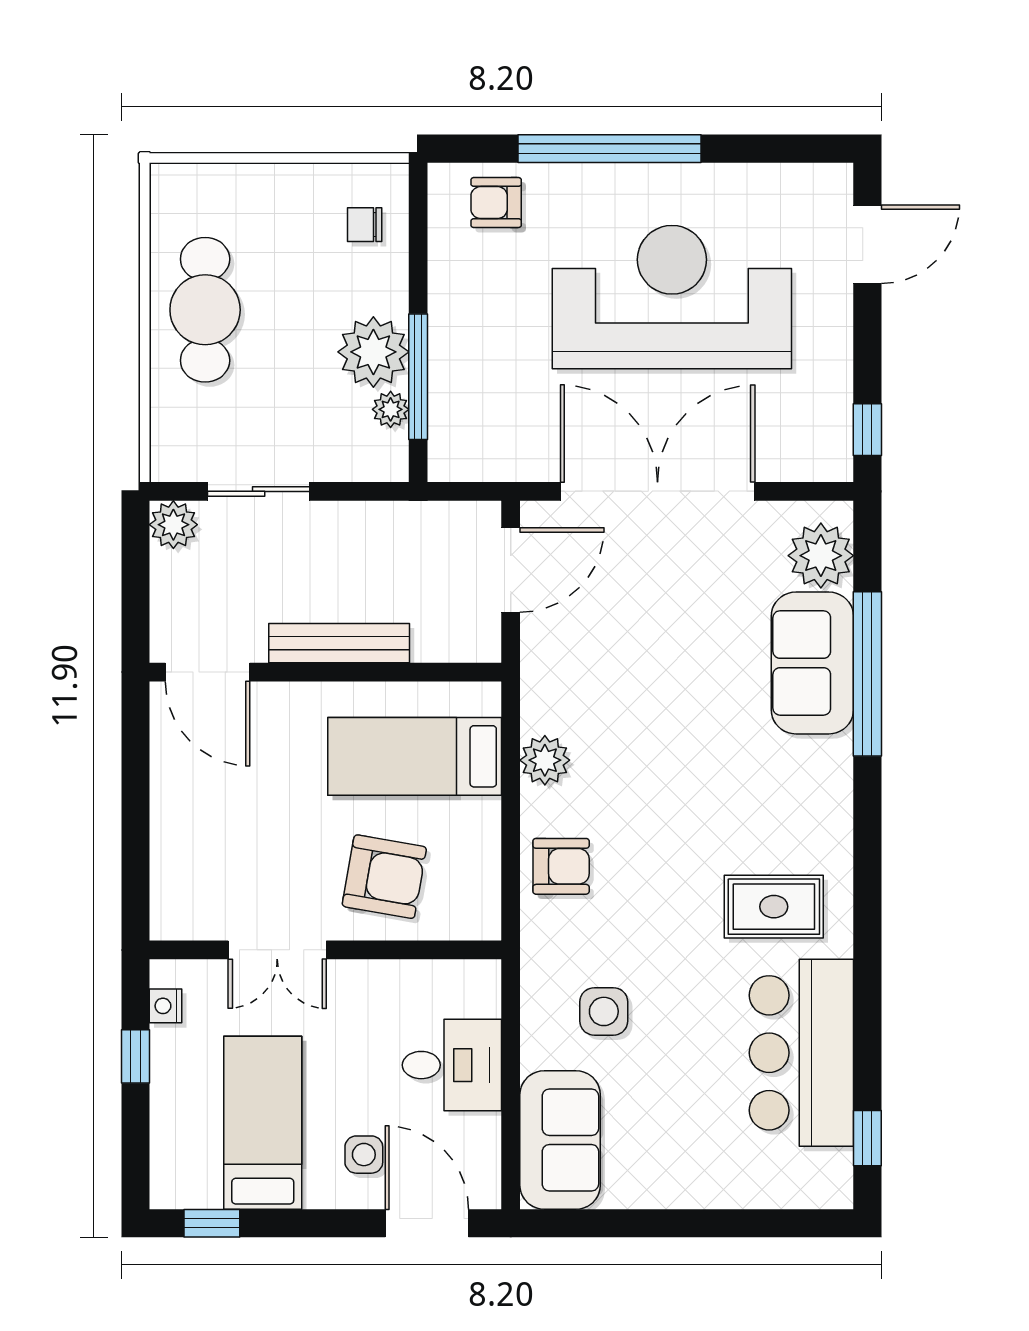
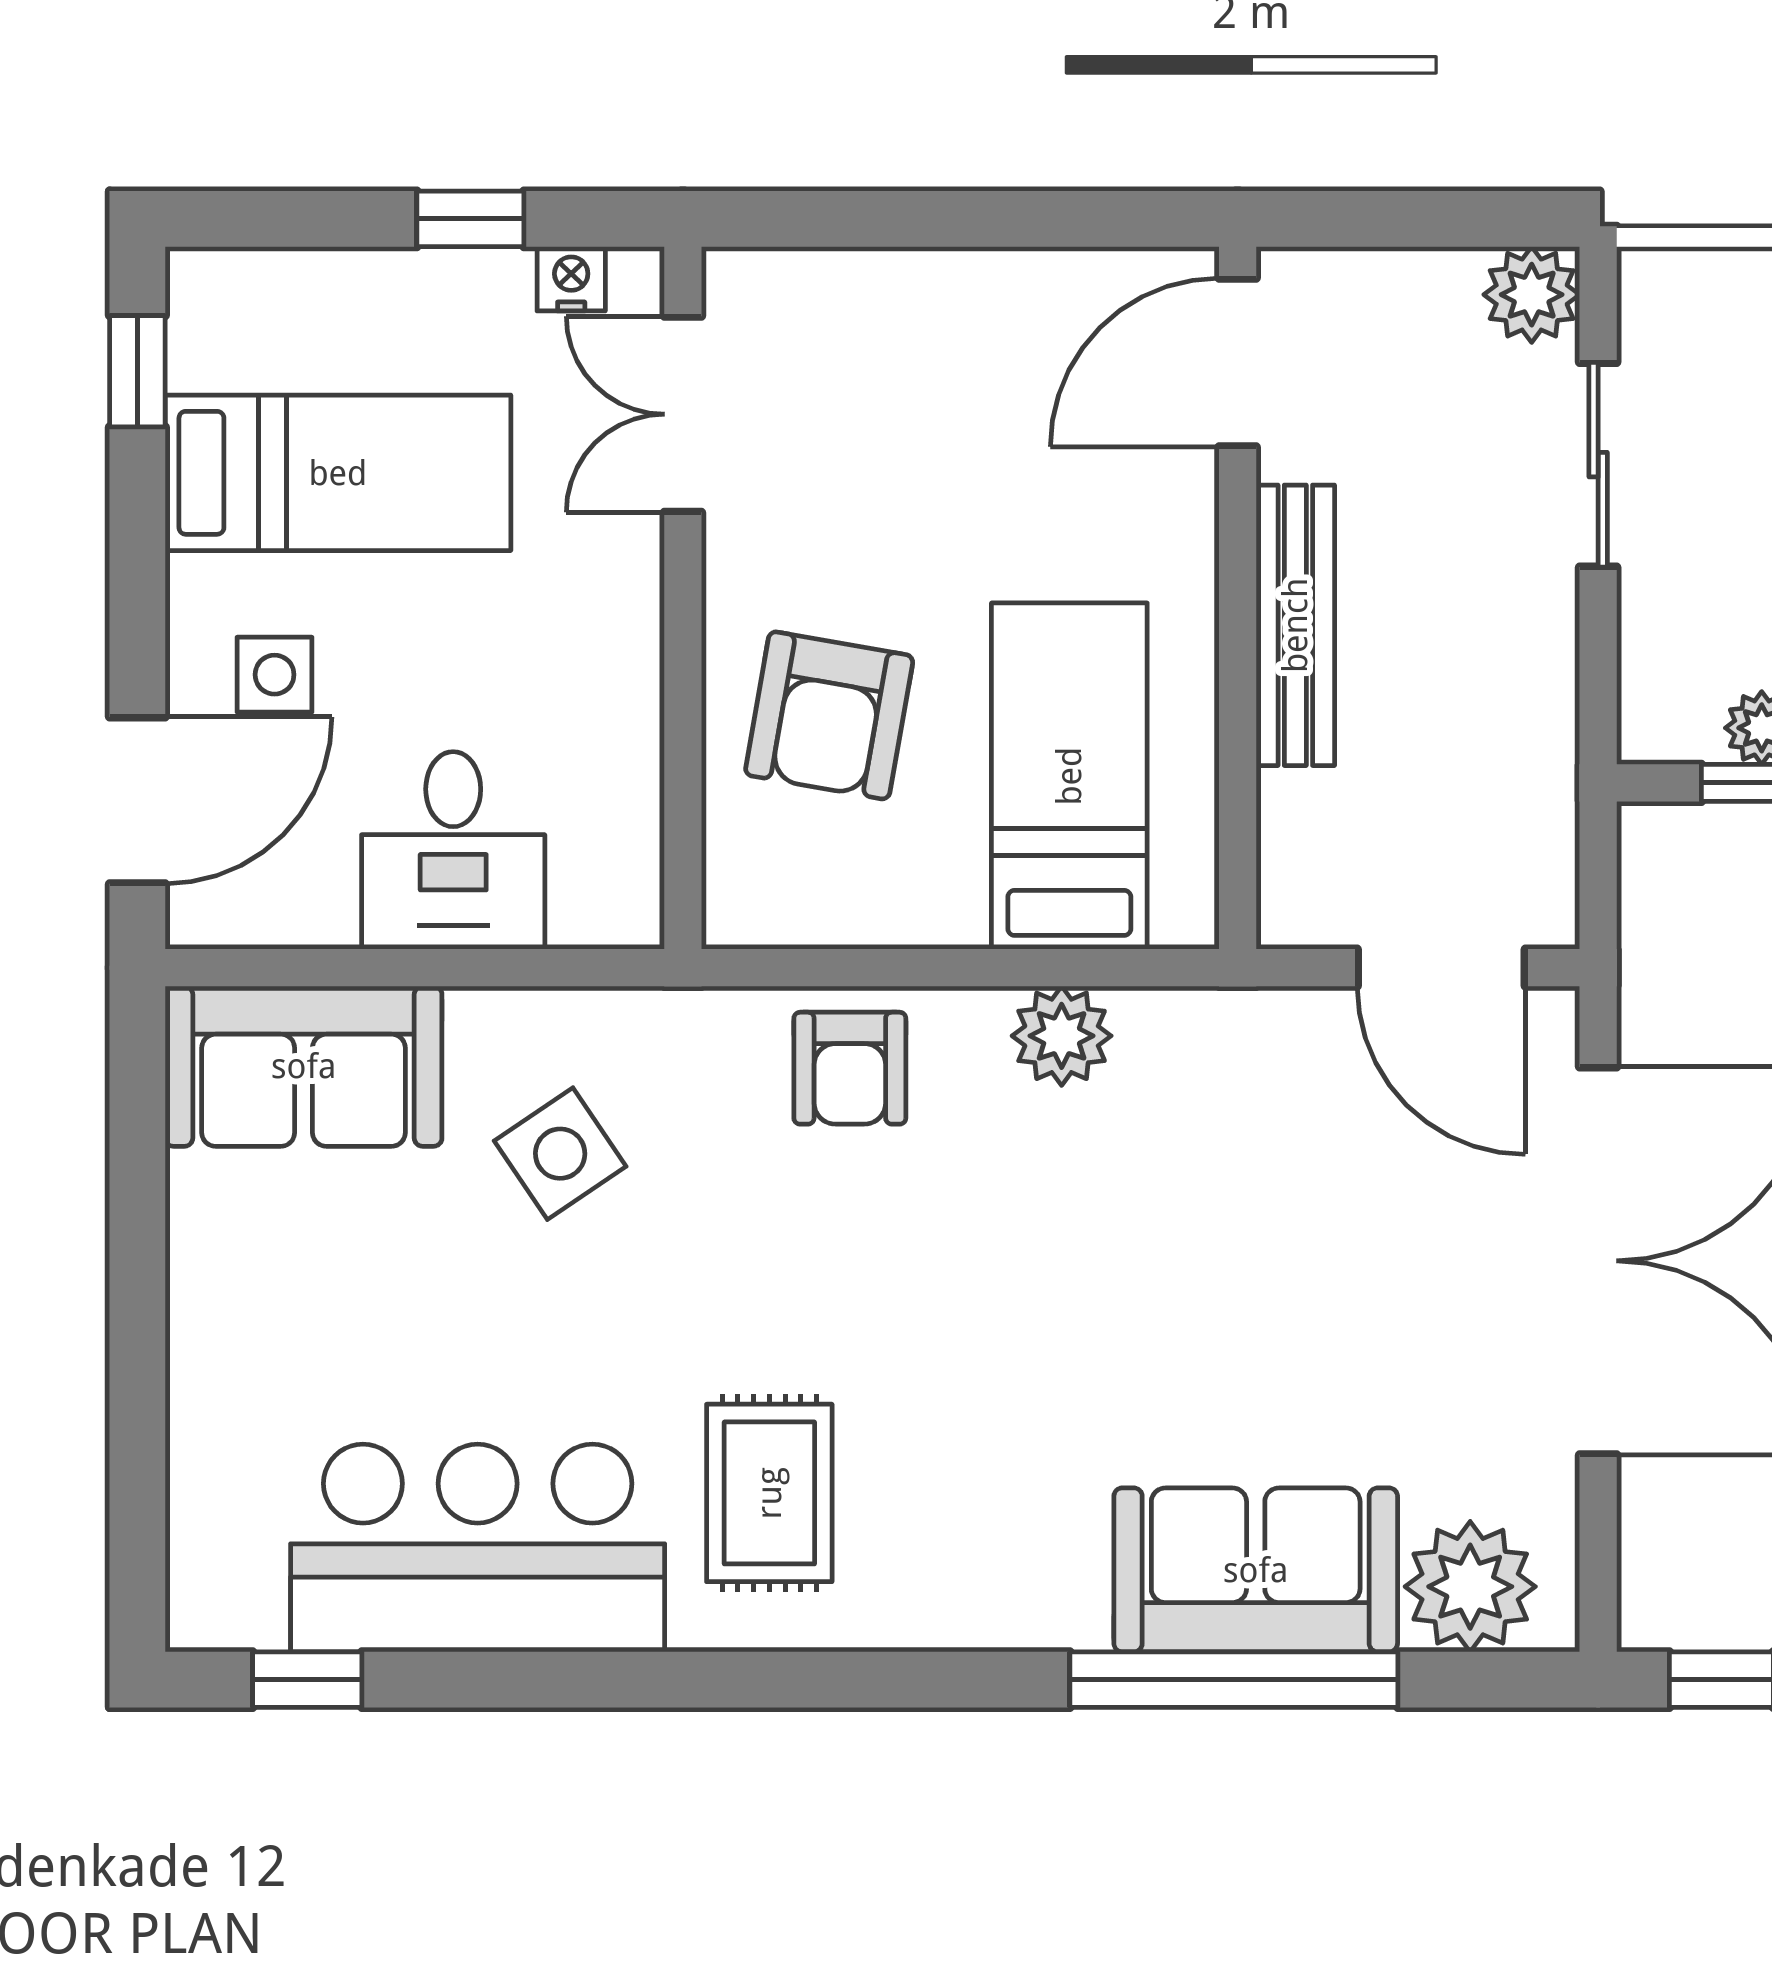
double door: (277, 950) -> (683, 414), moved
side table: (604, 1011) -> (560, 1154), turned -34

